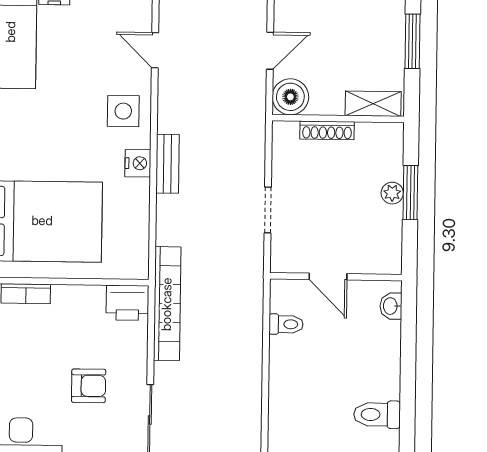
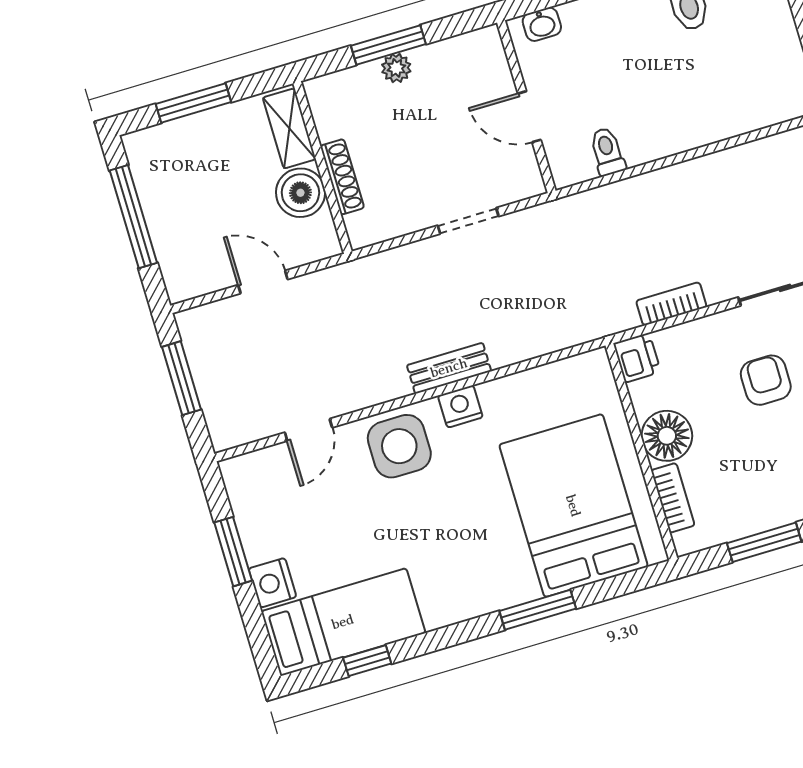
boiler: (290, 97) -> (300, 193), moved
side table: (123, 111) -> (399, 446), width x1.37, depth x1.37
door: (328, 277) -> (529, 117), swing flipped
floor lamp: (71, 303) -> (667, 436), added
printer: (127, 303) -> (637, 358), width x0.73, depth x0.81
bookcase: (167, 304) -> (671, 304), width x0.43, depth x0.76

